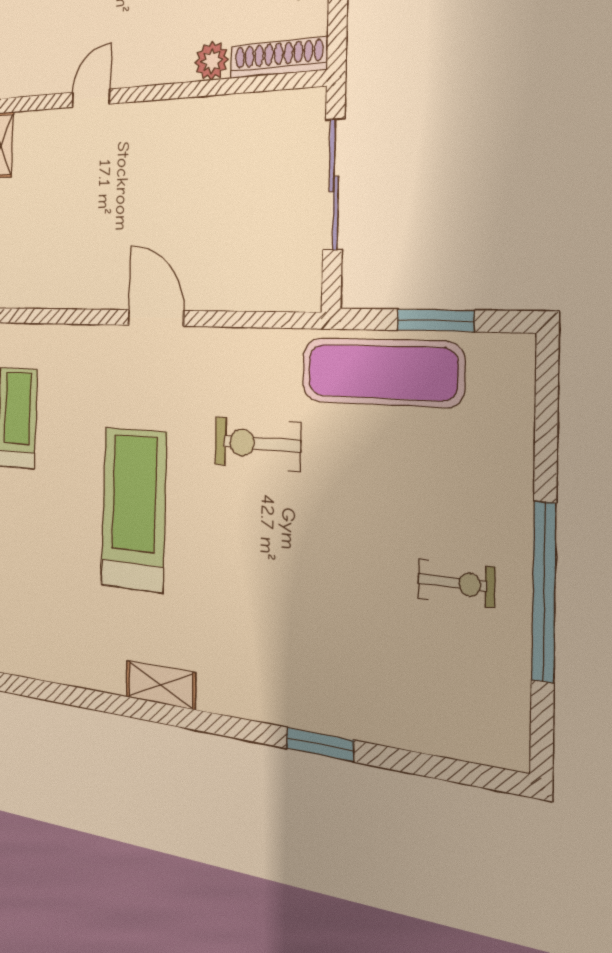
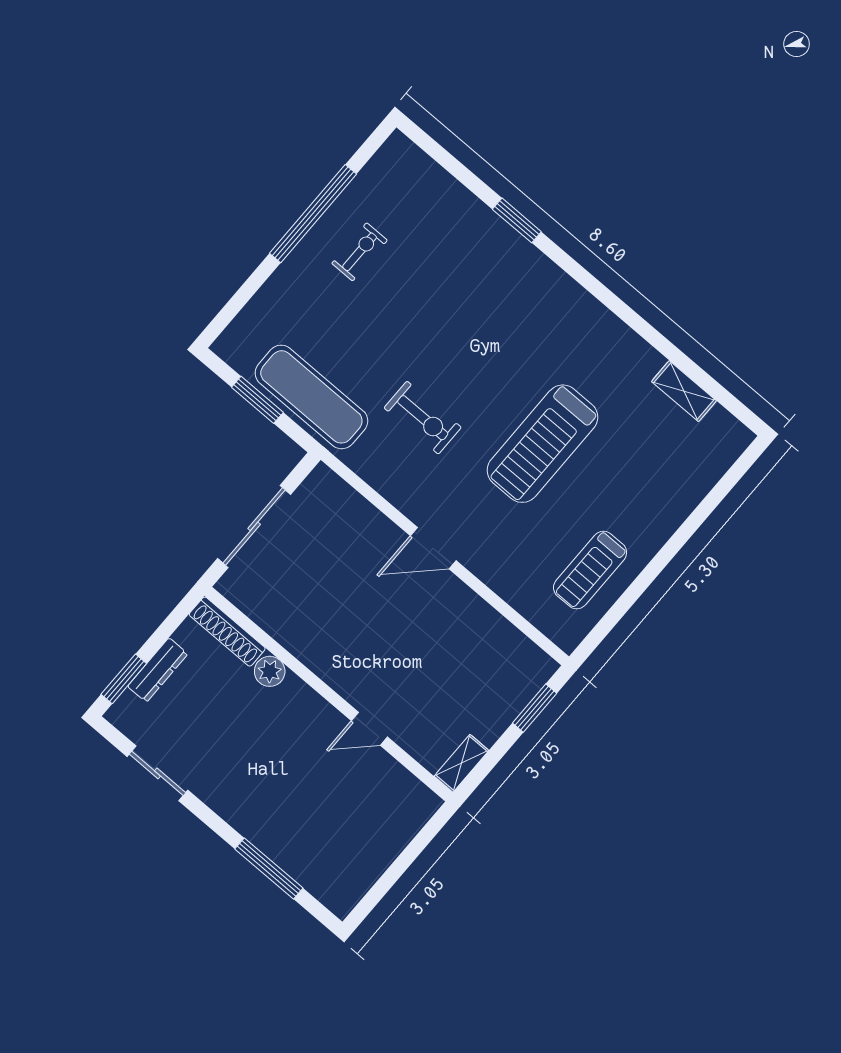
door: (156, 318) -> (433, 548), hinge flipped
exercise bike: (456, 583) -> (360, 252), turned 90
shelving: (161, 685) -> (684, 391), moved

